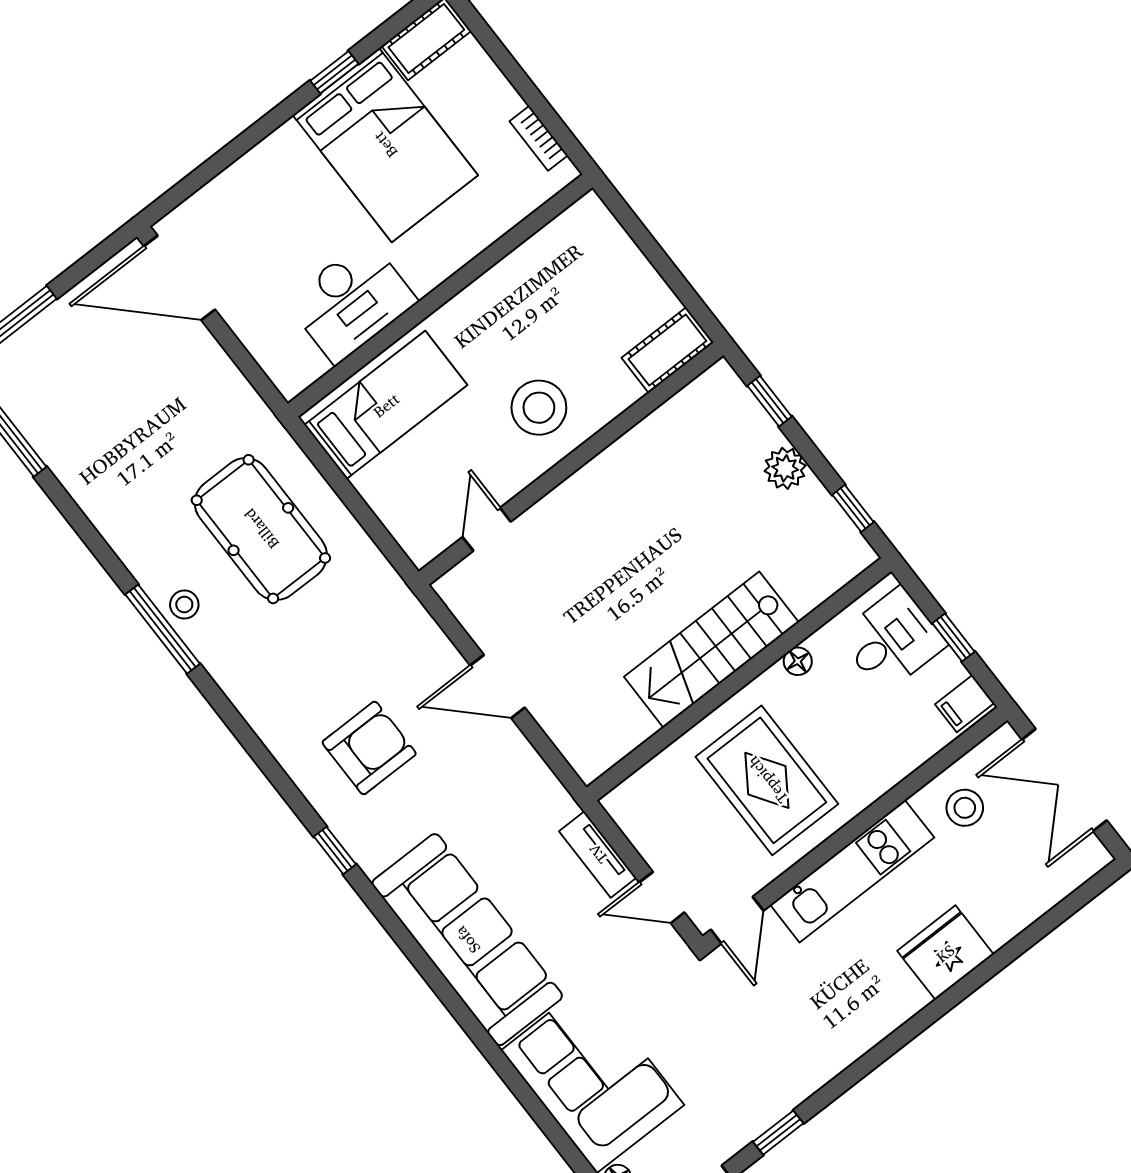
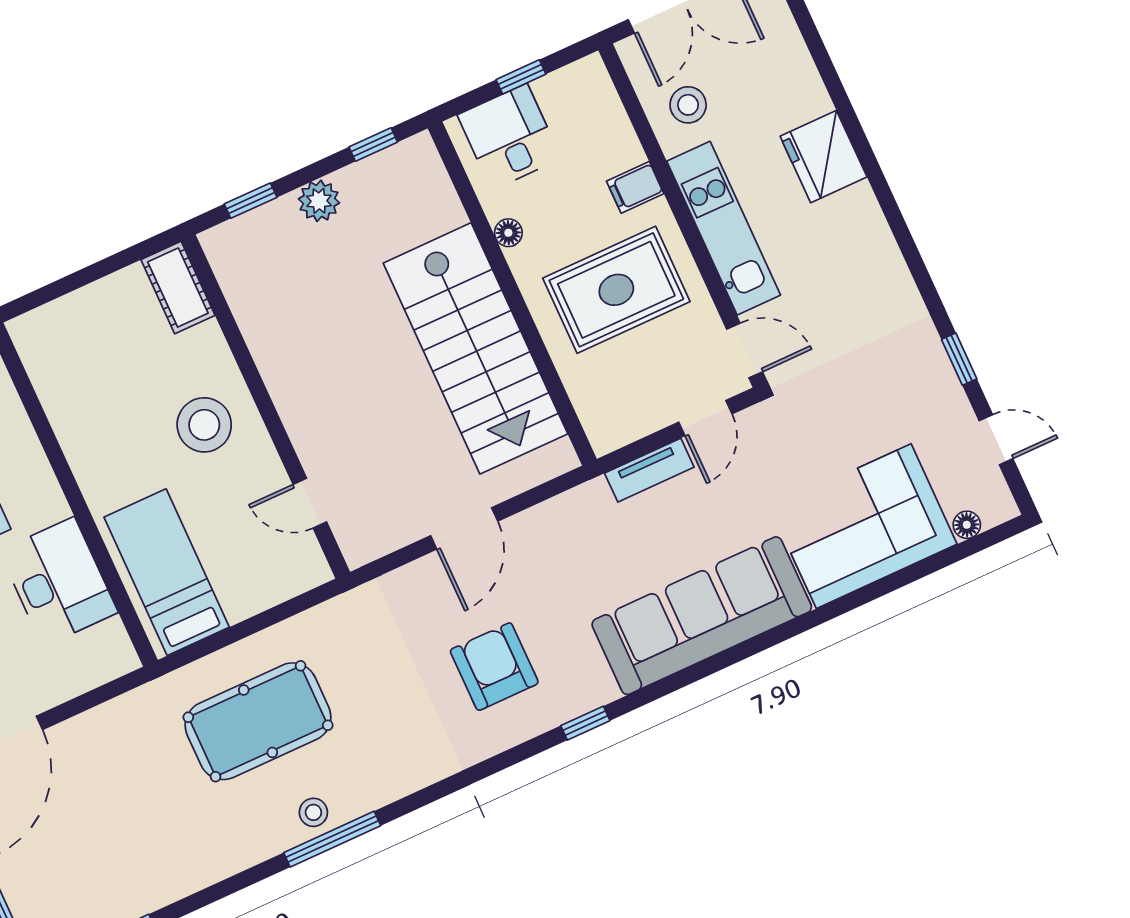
stairs: (711, 650) -> (475, 348), width x1.36, depth x1.51
filing cabinet: (965, 704) -> (635, 187), moved, turned 90

